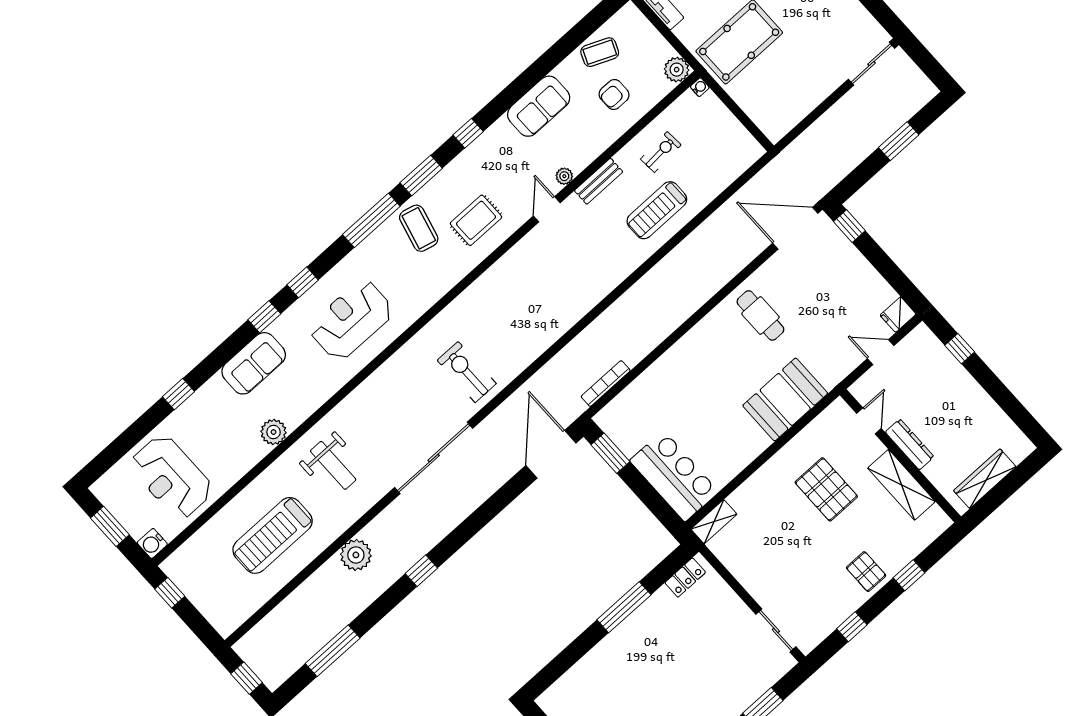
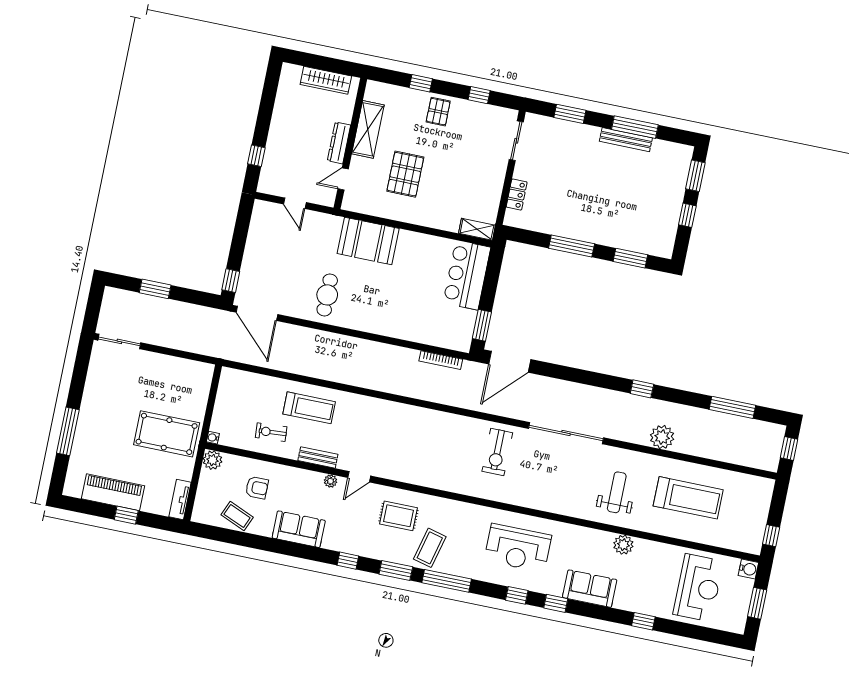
fridge: (898, 315) -> (263, 210), removed
locker: (685, 578) -> (517, 195), moved, turned 90
window: (566, 659) -> (630, 258), added

